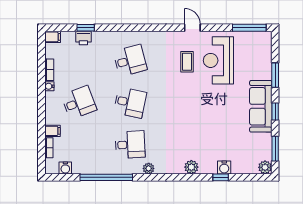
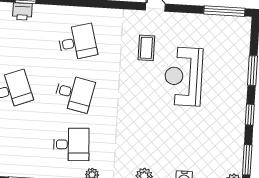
reception desk: (218, 60) -> (183, 76), moved
sofa: (261, 106) -> (233, 107), removed

